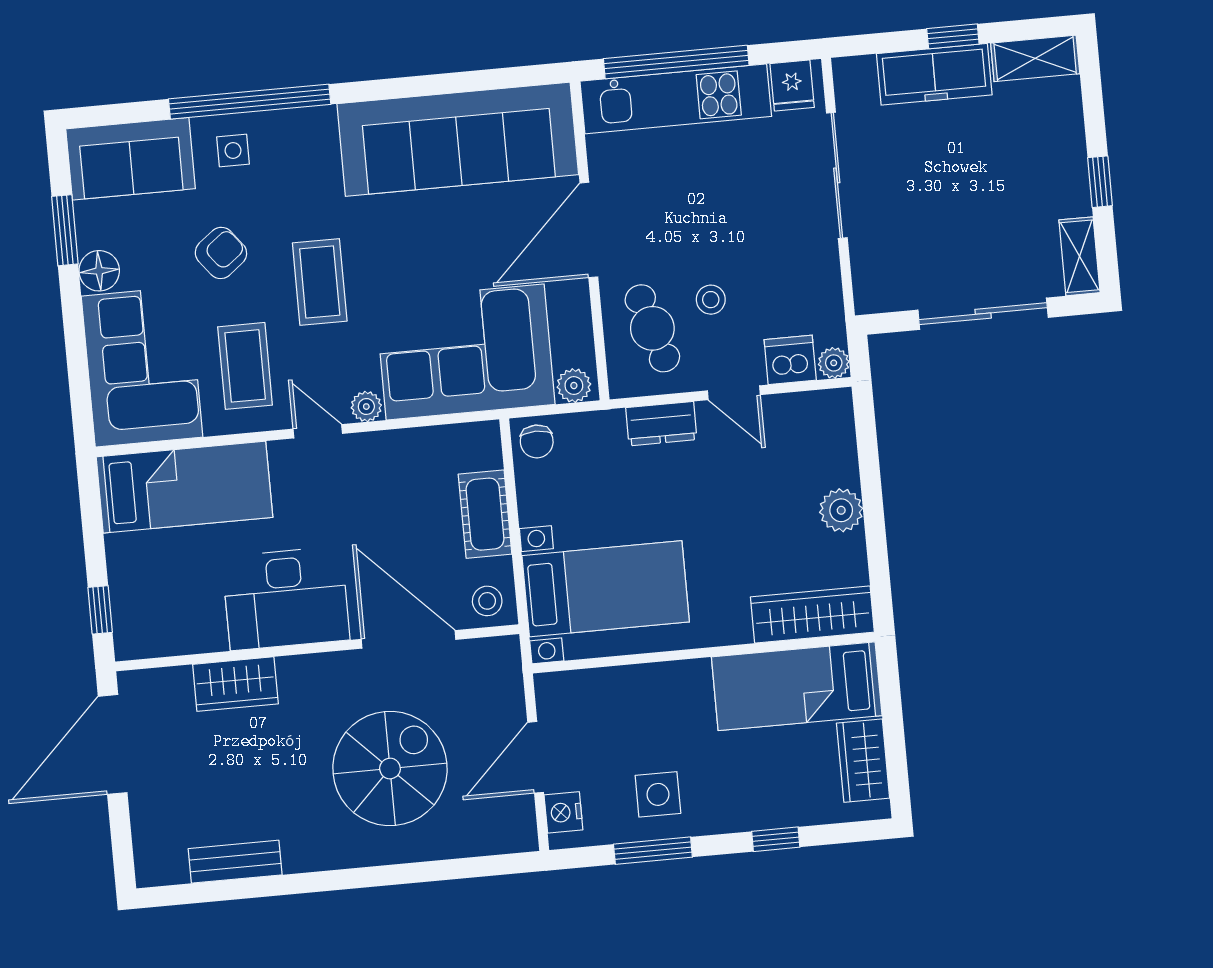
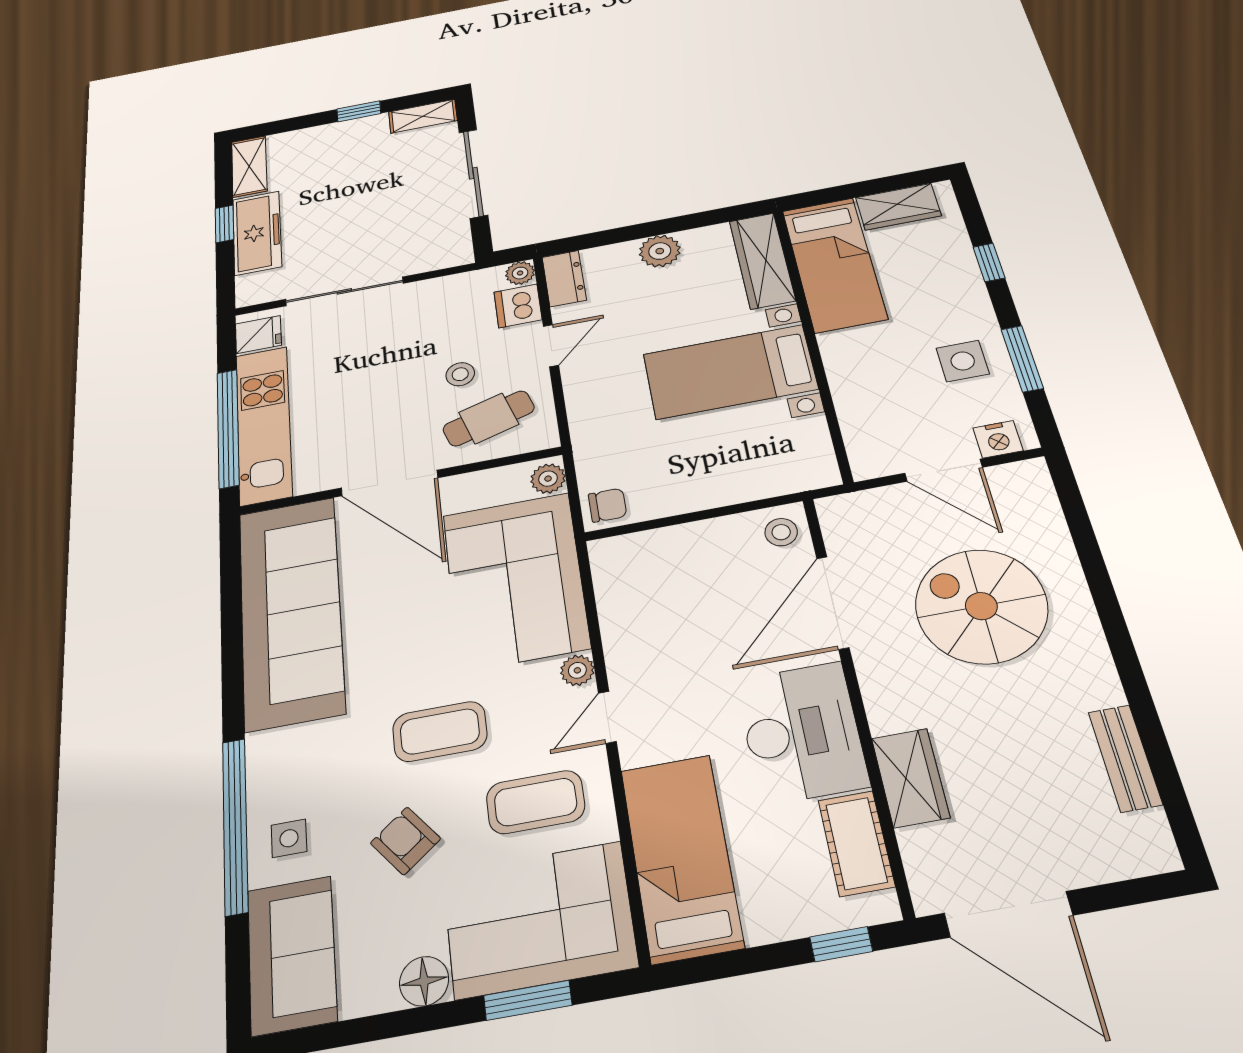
window: (65, 230) -> (528, 1000), moved
dresser: (661, 424) -> (564, 279), moved
cot: (485, 514) -> (856, 843), moved, turned 90
bed with nightstands: (606, 589) -> (730, 372), moved, turned -90

